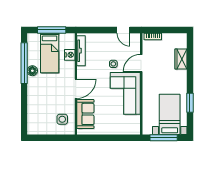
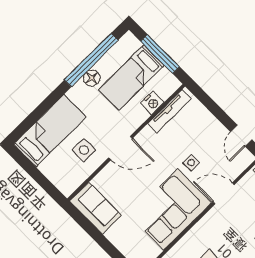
bed: (37, 112) -> (50, 131), added
sofa: (85, 114) -> (96, 208), moved, turned -90
side table: (62, 119) -> (84, 150), moved

